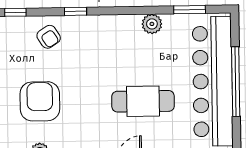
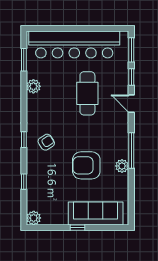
armchair: (49, 37) -> (46, 142), moved
window: (236, 82) -> (75, 28), removed

